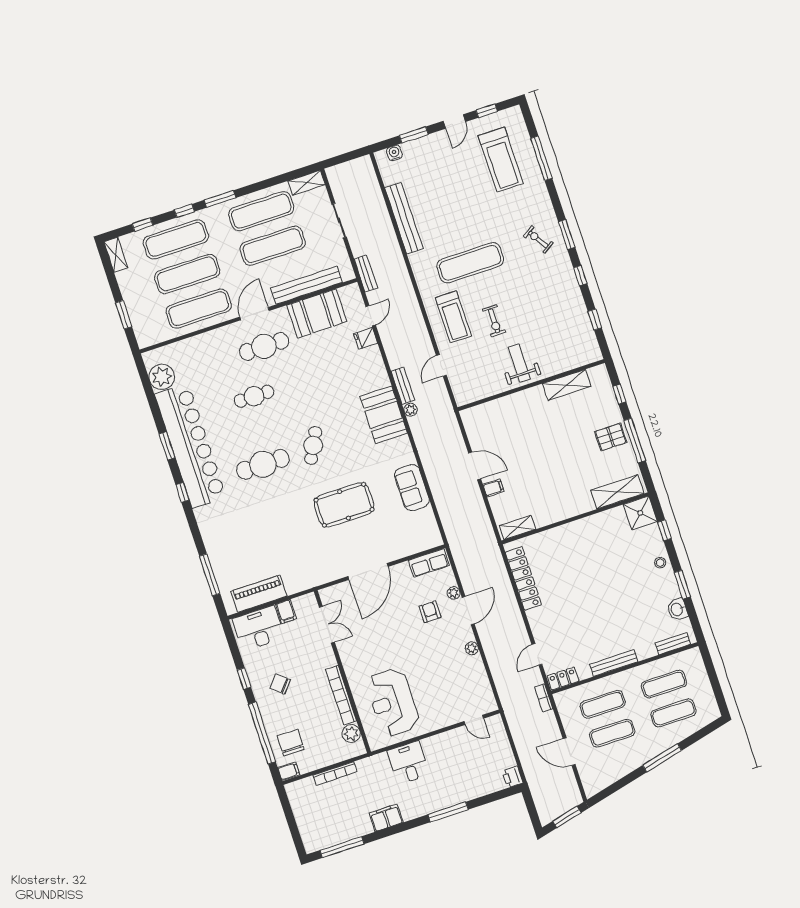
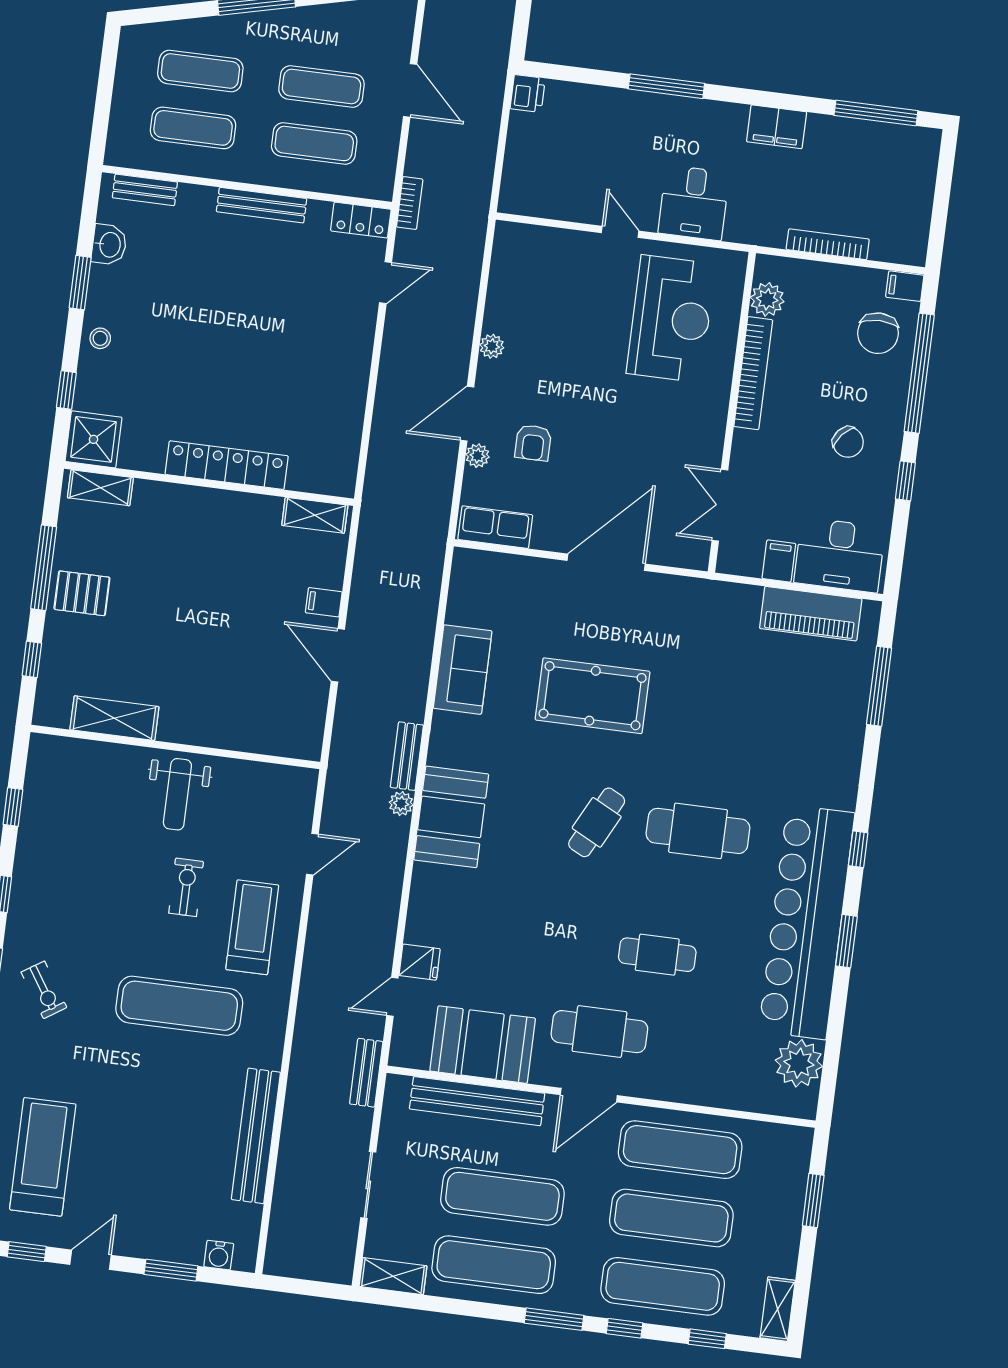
bench: (403, 386) -> (407, 756), moved
shelving: (617, 492) -> (100, 488), width x0.67, depth x0.75
locker: (523, 578) -> (227, 465), moved, turned 90
door: (474, 720) -> (620, 232), moved

